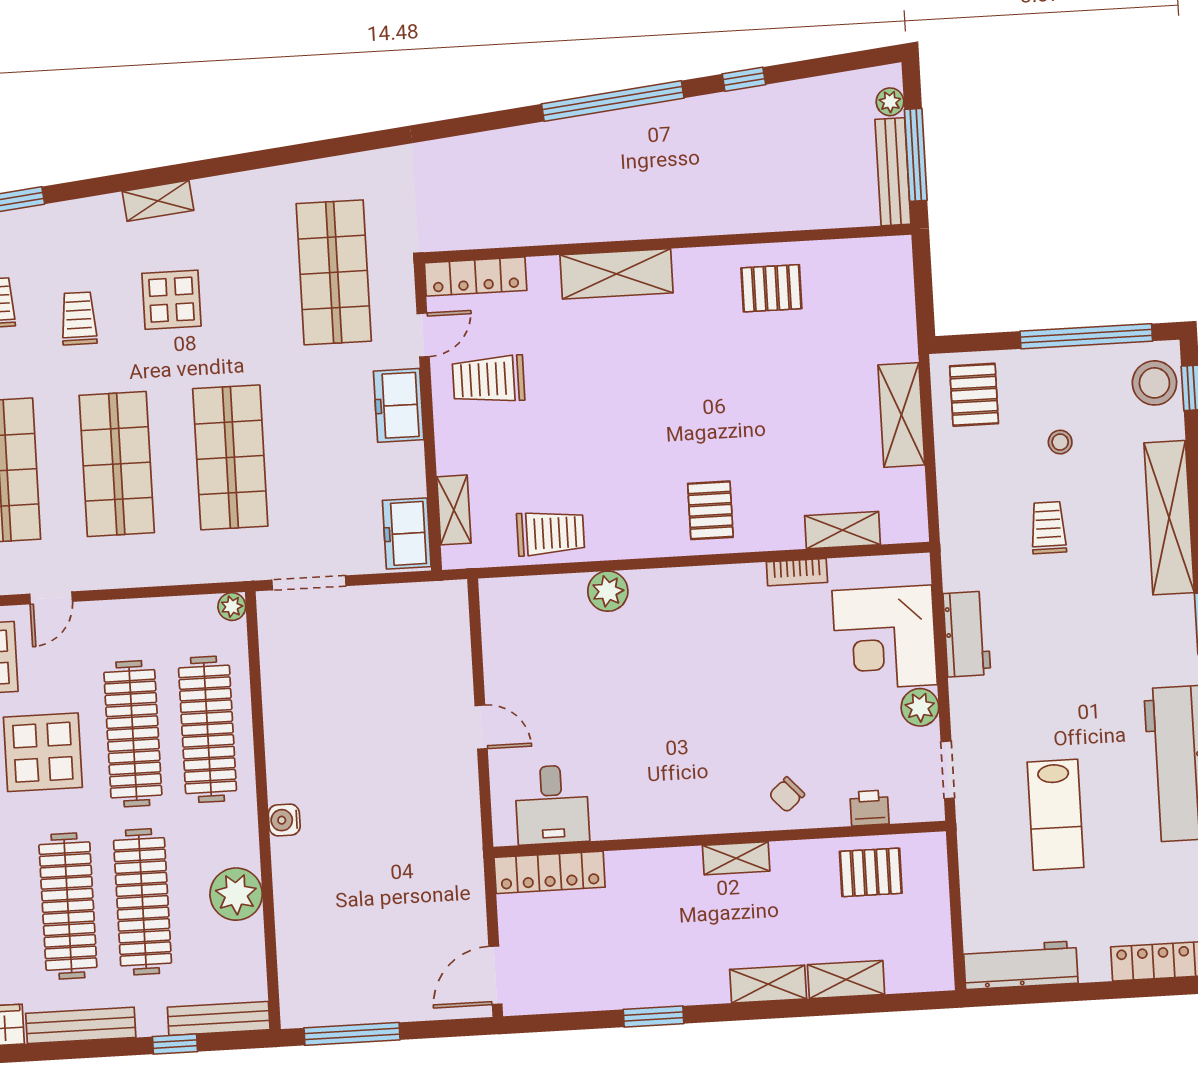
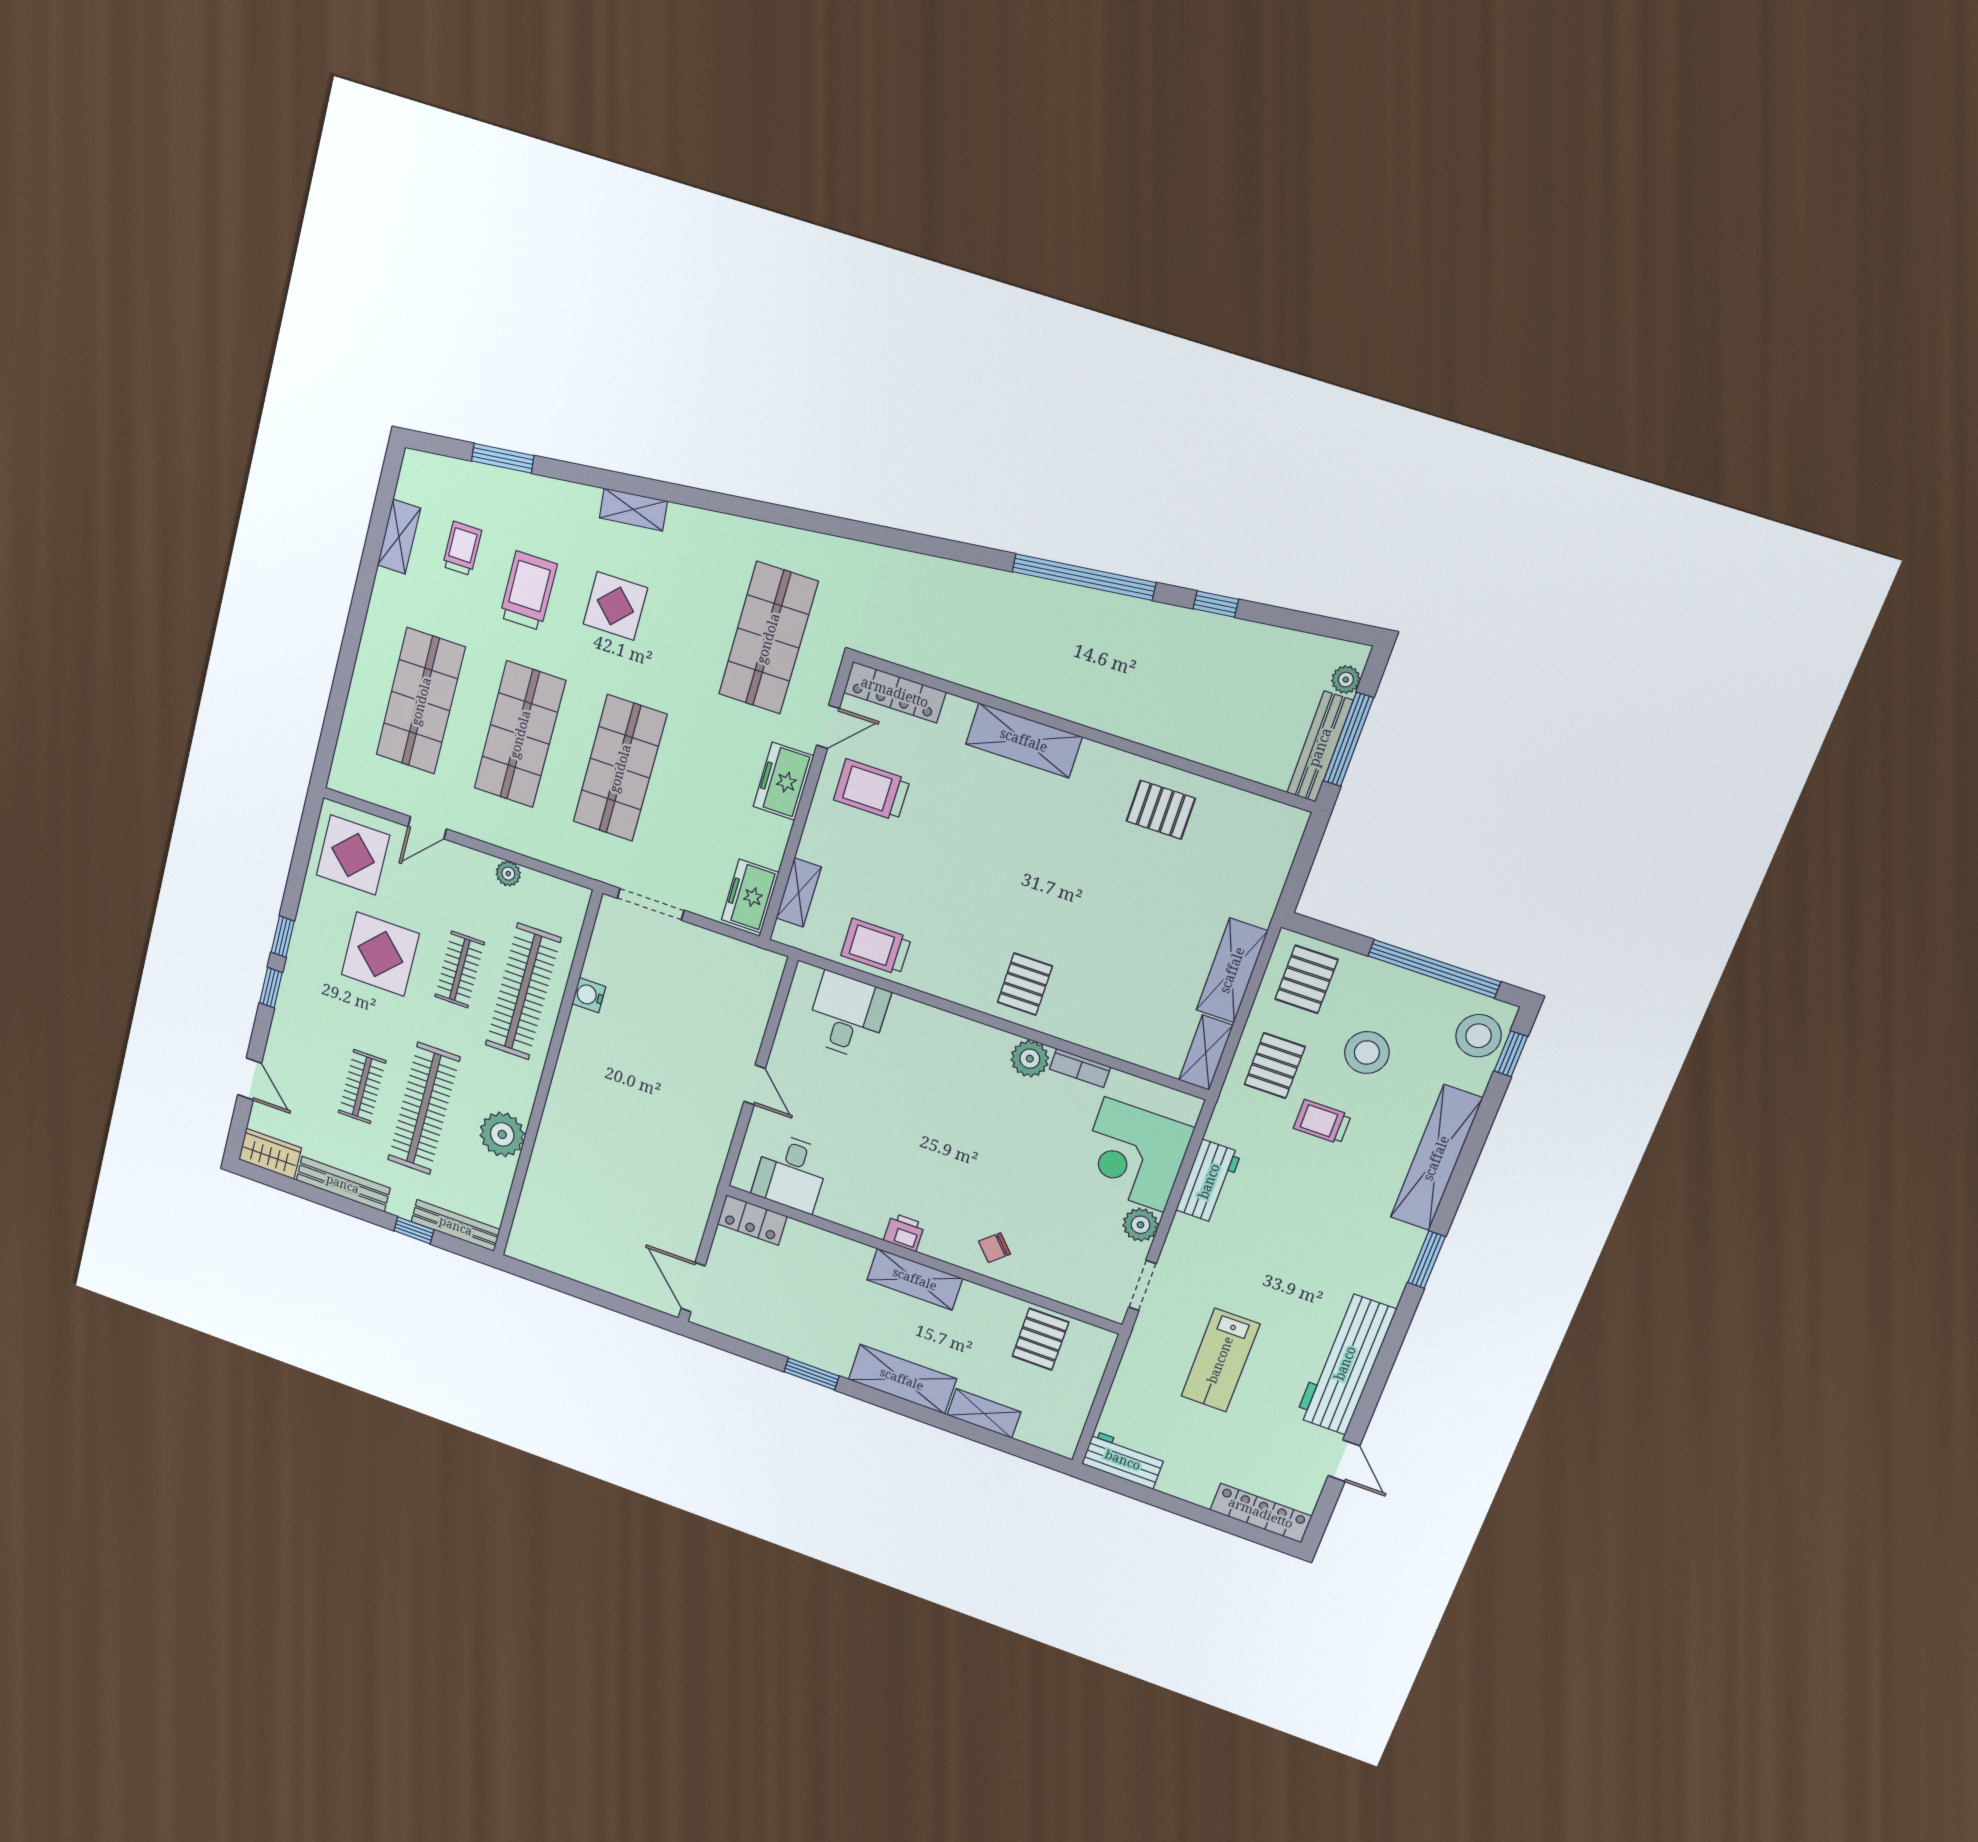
trolley: (79, 318) -> (528, 591), width x1.36, depth x1.39
stool: (1060, 442) -> (1367, 1053), width x1.89, depth x1.89
pallet: (980, 491) -> (1275, 1066), added
trolley: (1048, 528) -> (1322, 1122), turned -90
shelving: (843, 530) -> (1206, 1053), moved, turned 90
trolley: (551, 533) -> (876, 947), turned 180
plant: (608, 591) -> (1030, 1059), moved
plant: (232, 607) -> (508, 874), moved
desk: (548, 615) -> (847, 1016), added
clothes rail: (133, 734) -> (460, 970), width x0.54, depth x0.76
printer: (869, 808) -> (904, 1232), moved
water cooler: (284, 820) -> (589, 995), moved
shelving: (736, 858) -> (915, 1279), width x1.50, depth x1.33
locker: (550, 872) -> (752, 1220), width x0.66
pallet: (871, 872) -> (1040, 1339), turned 90
clothes rail: (68, 906) -> (362, 1087), width x0.54, depth x0.76
workbench: (1021, 965) -> (1123, 1460), width x0.73
door: (495, 975) -> (693, 1287), hinge flipped
shelving: (768, 984) -> (902, 1379), width x1.50, depth x1.33
window: (352, 1034) -> (559, 1283), removed

